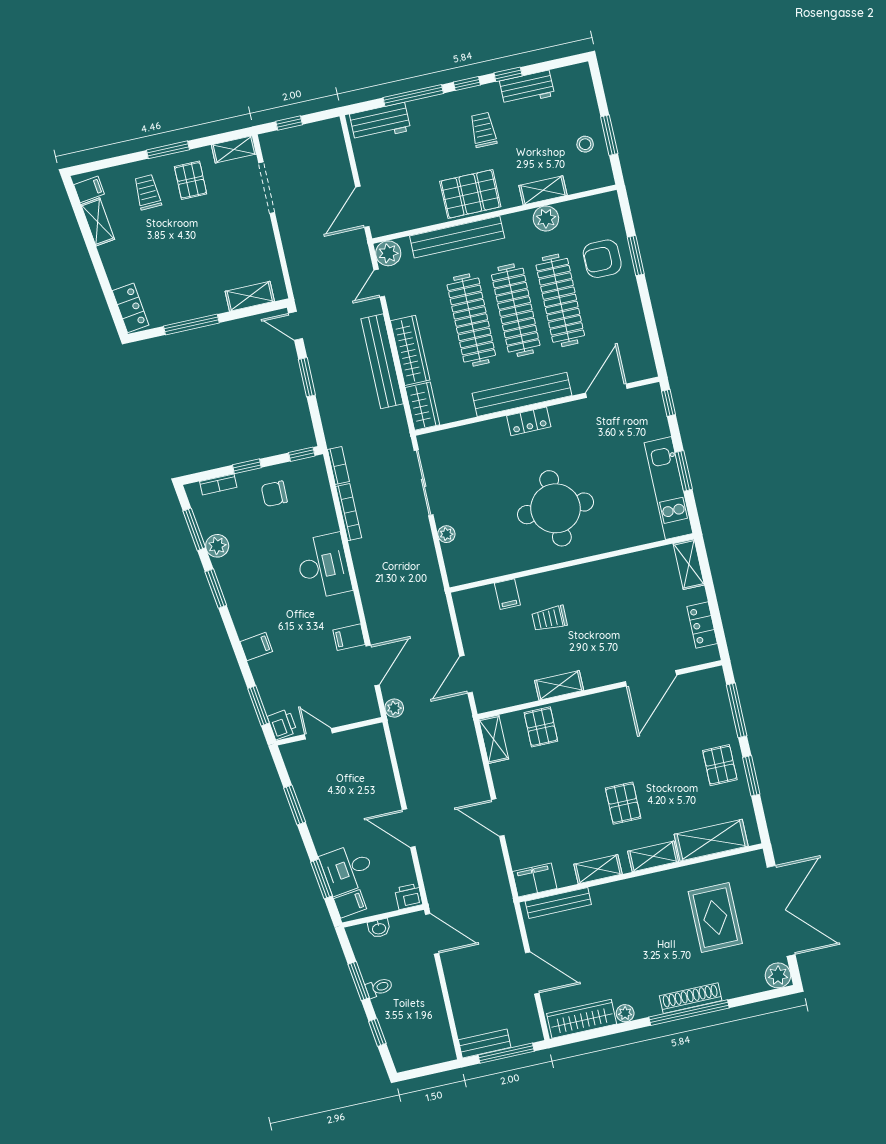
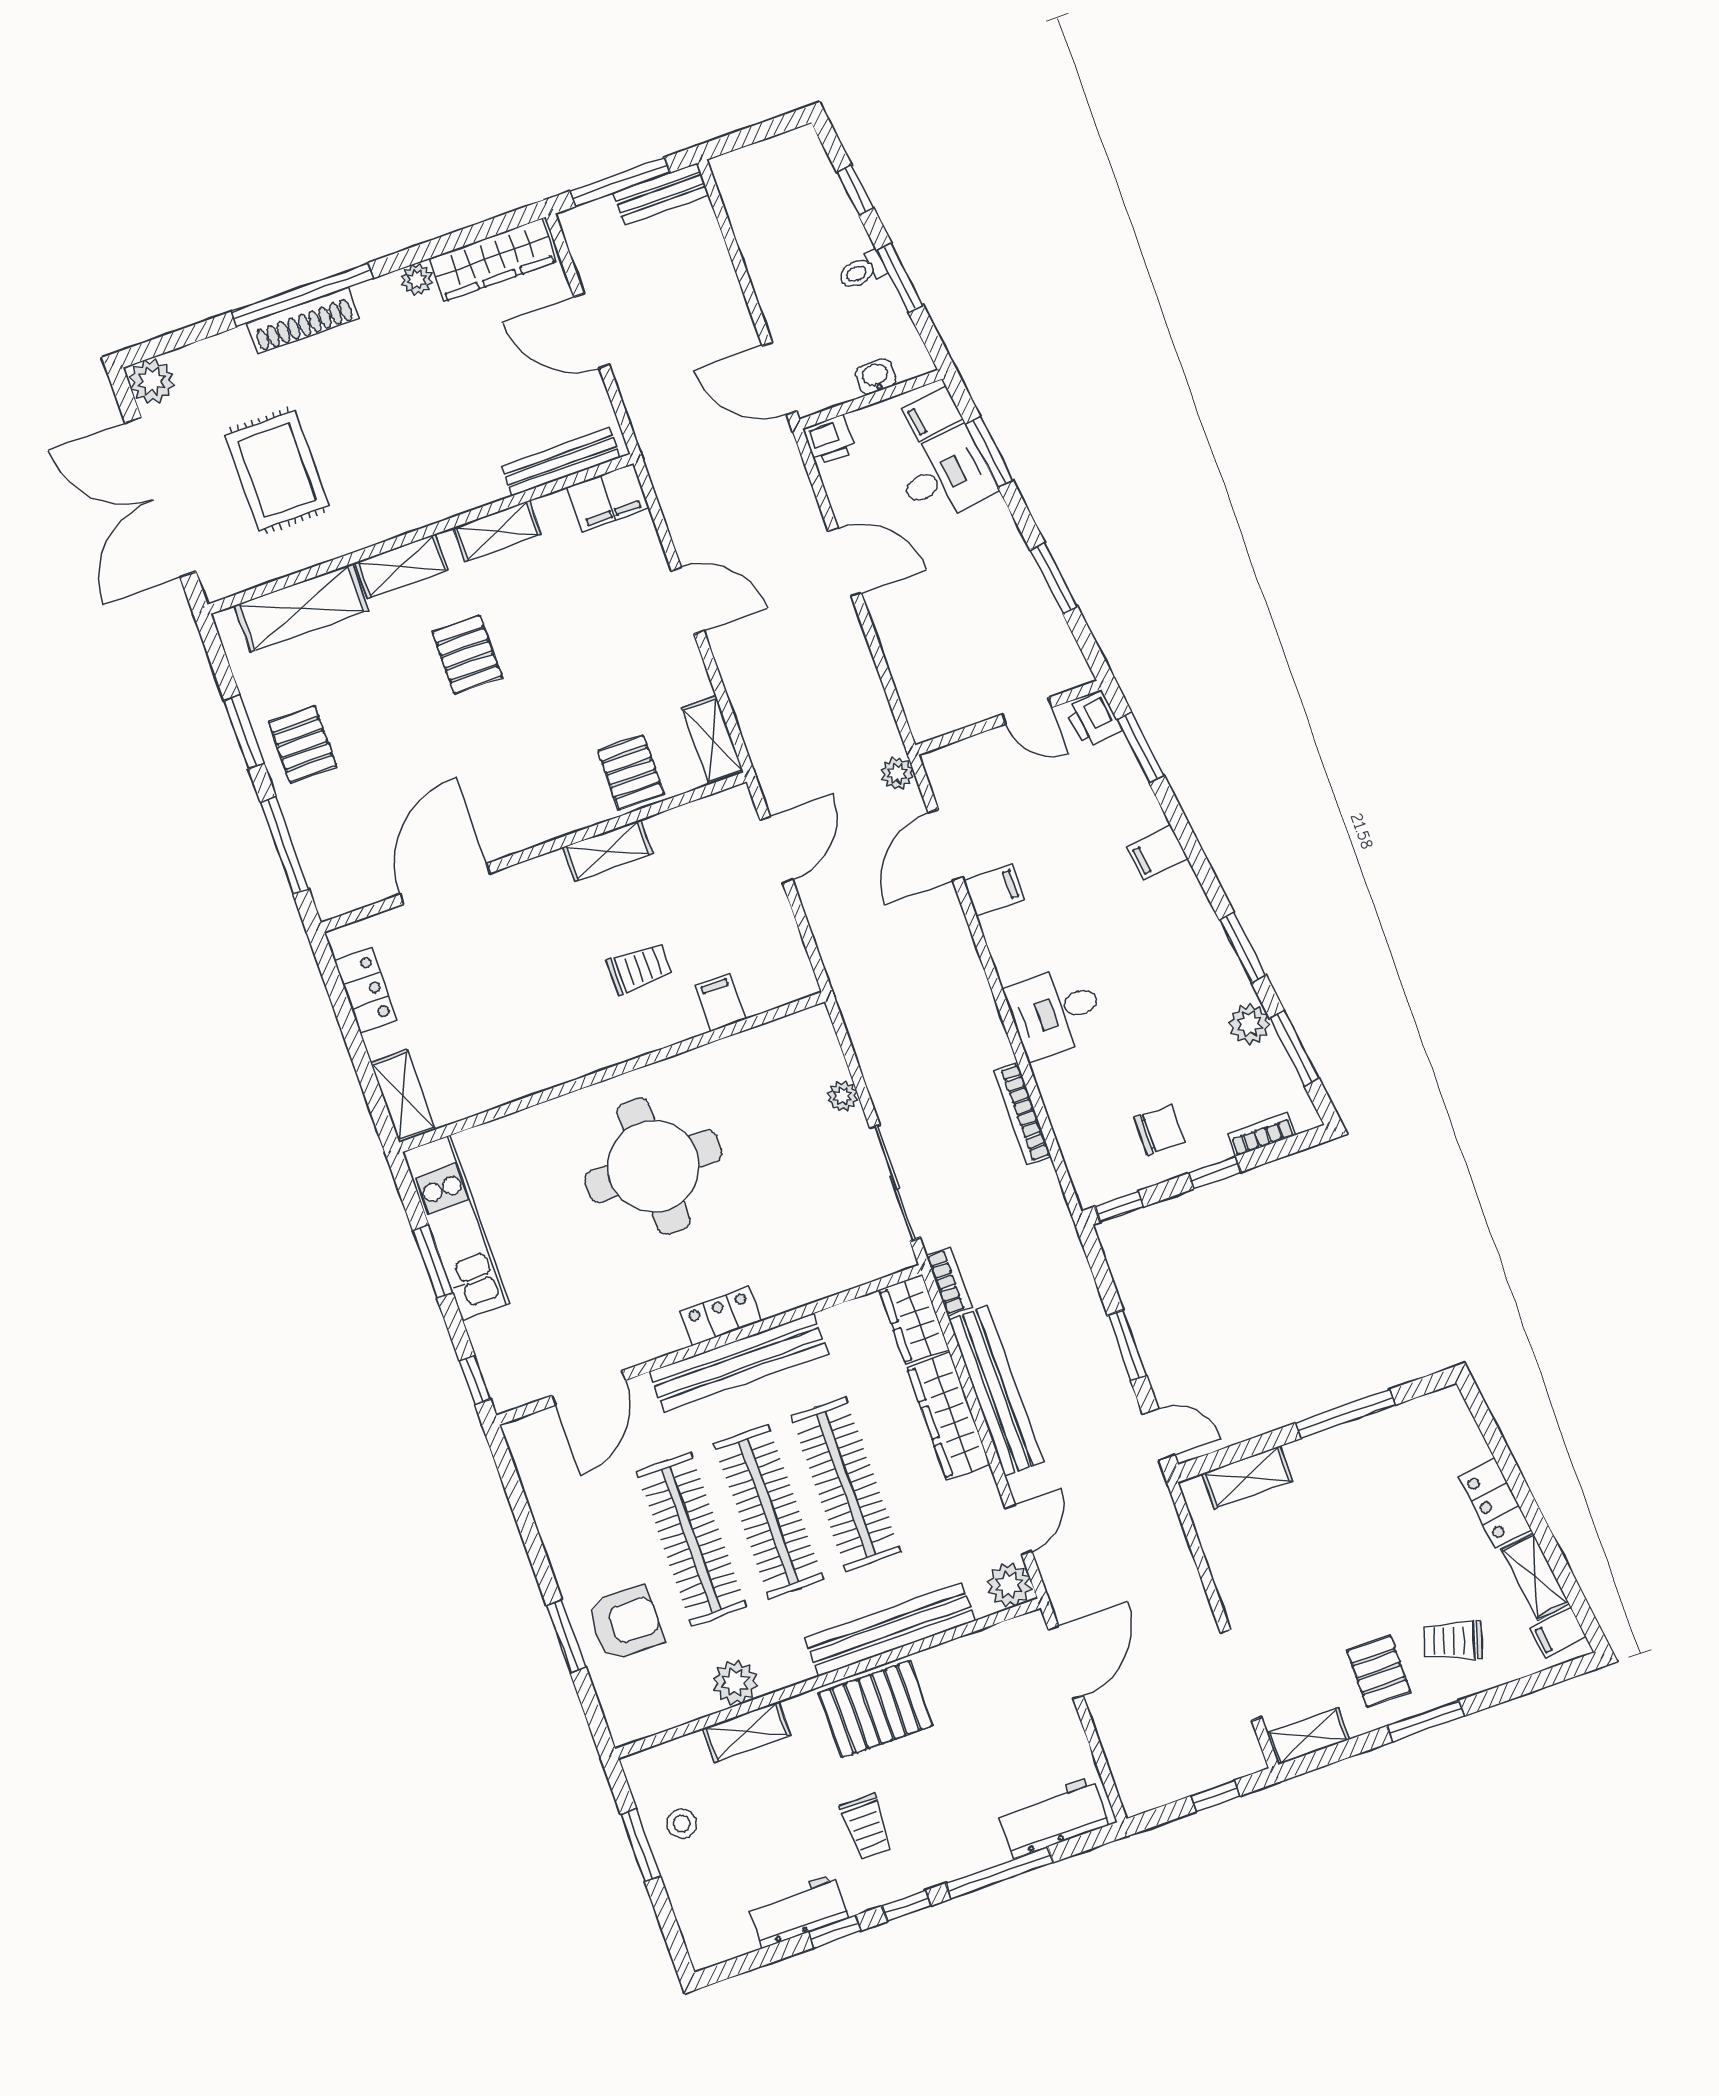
trolley: (148, 192) -> (1453, 1641), turned 110
locker: (131, 308) -> (1495, 1503), moved
bookcase: (338, 465) -> (949, 1281), moved, turned 180
desk: (323, 566) -> (1055, 1012), width x0.73

